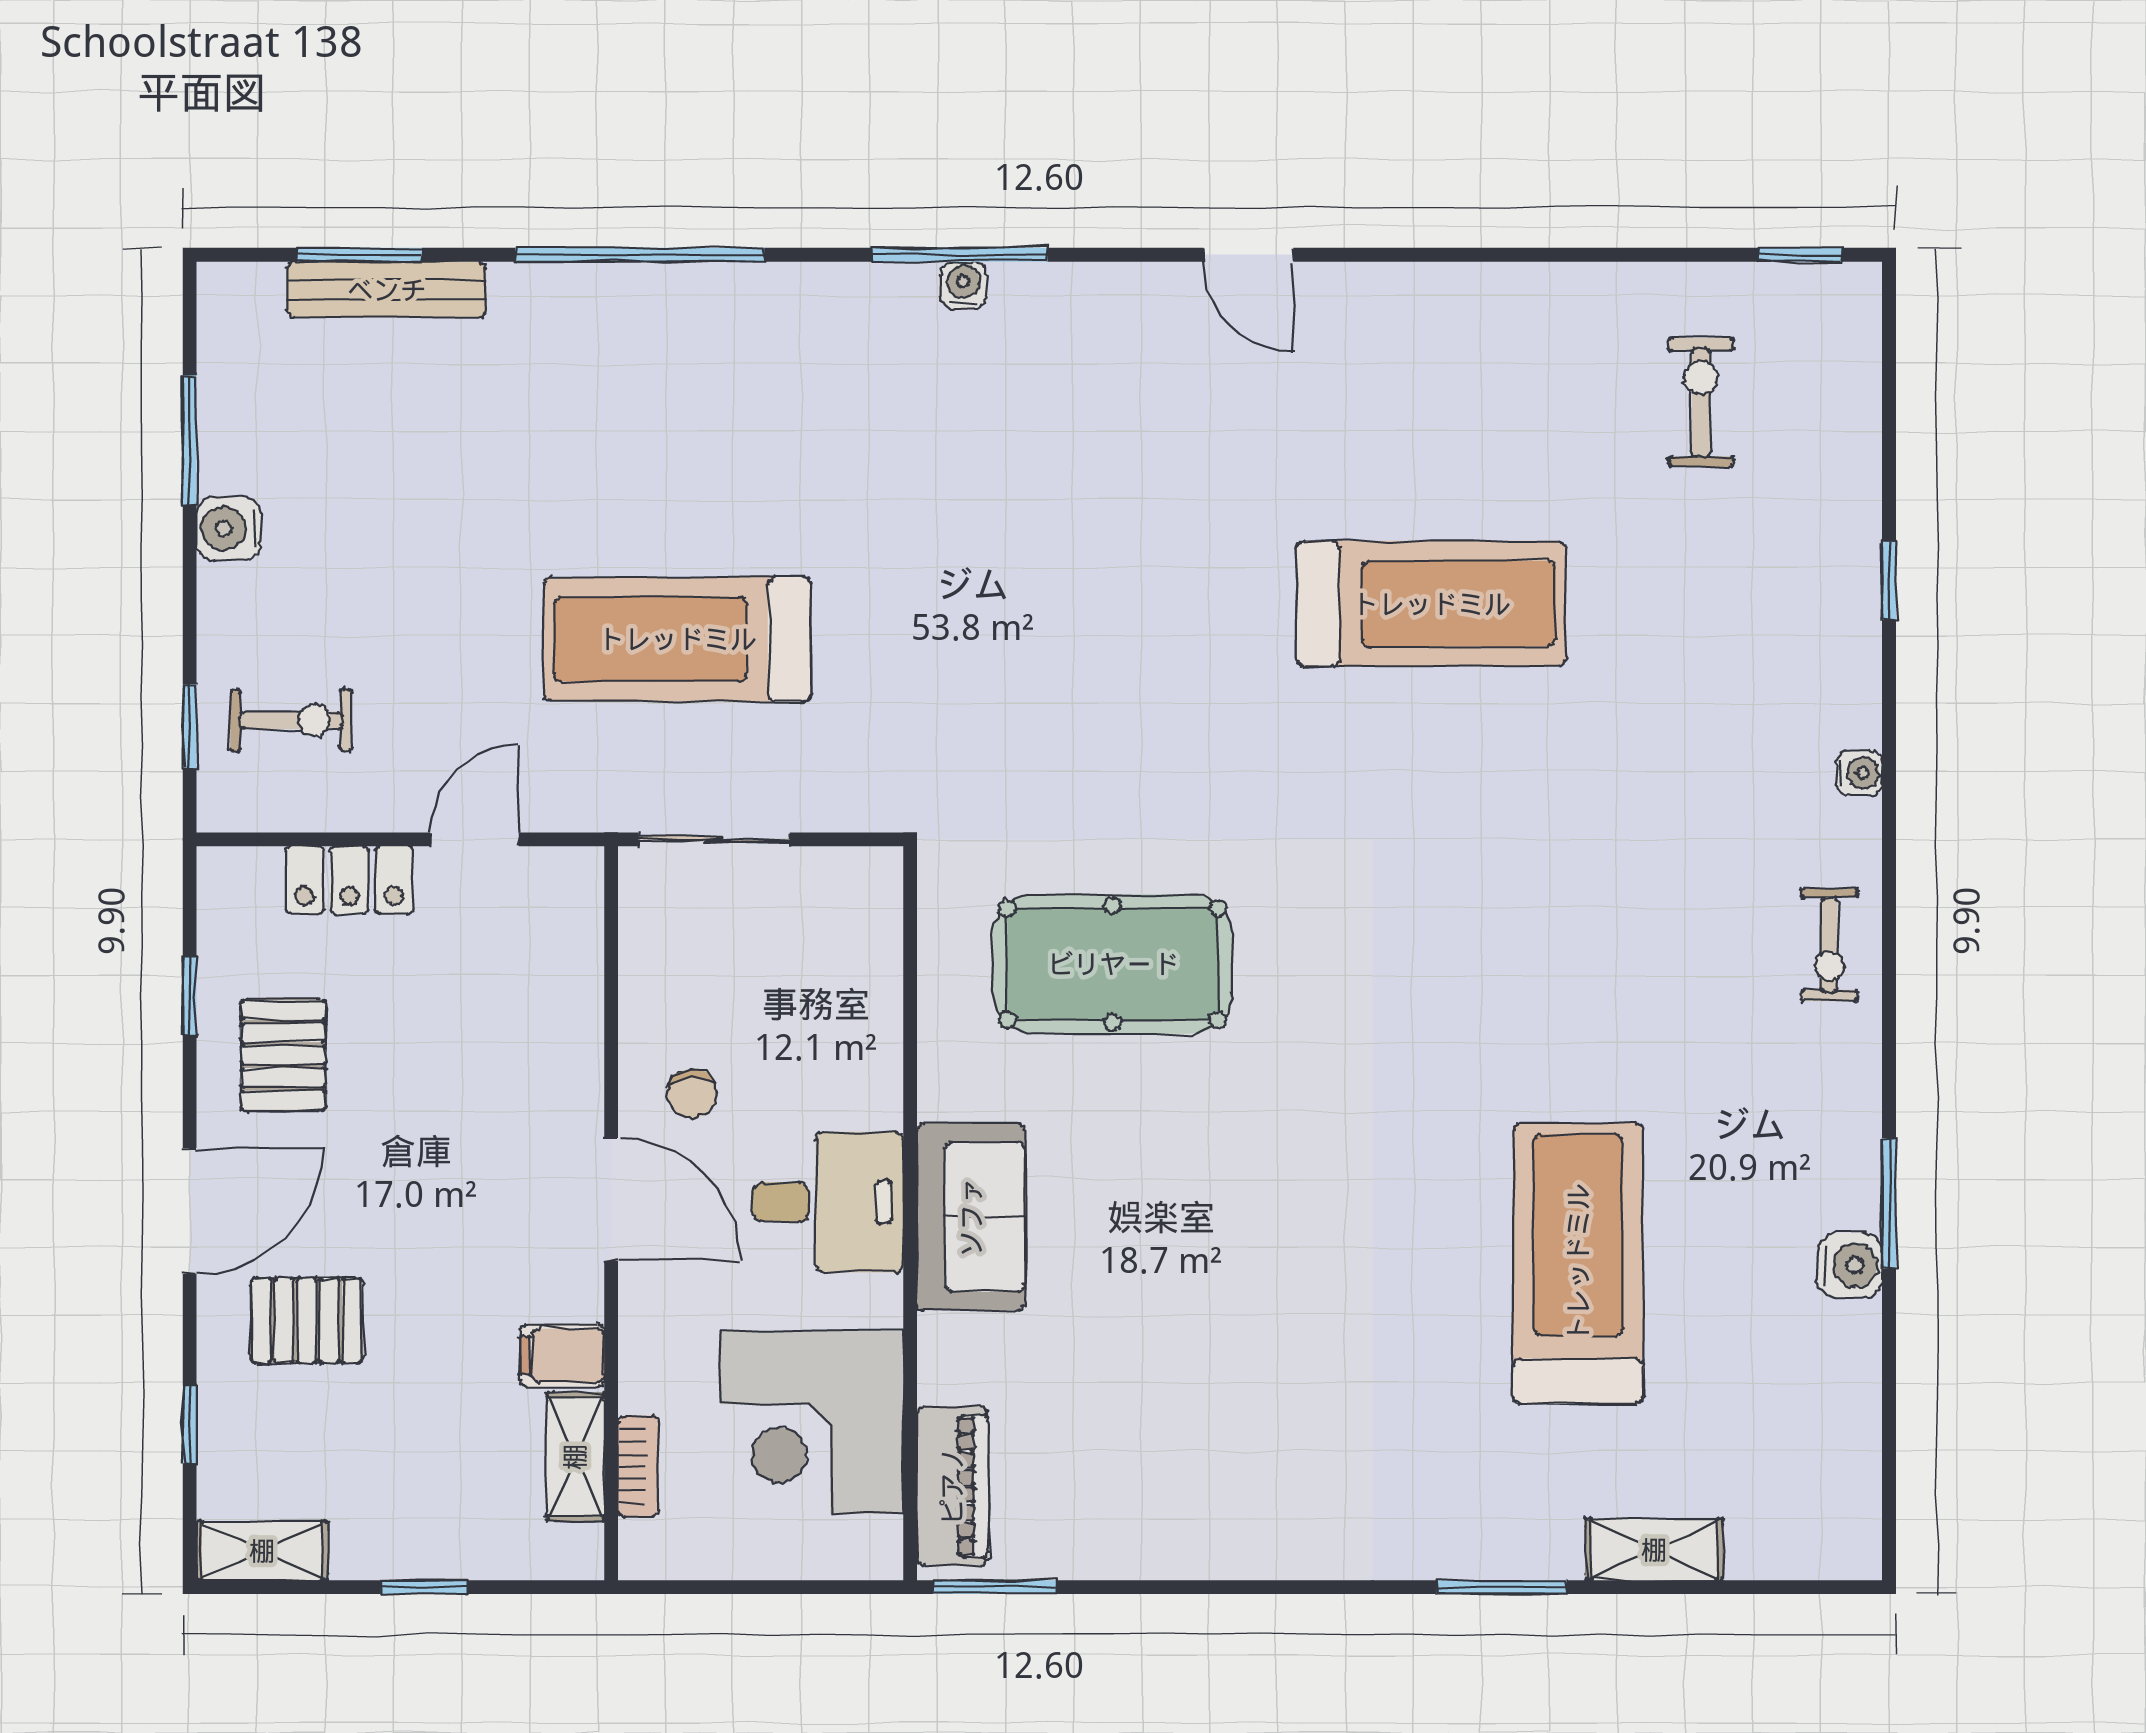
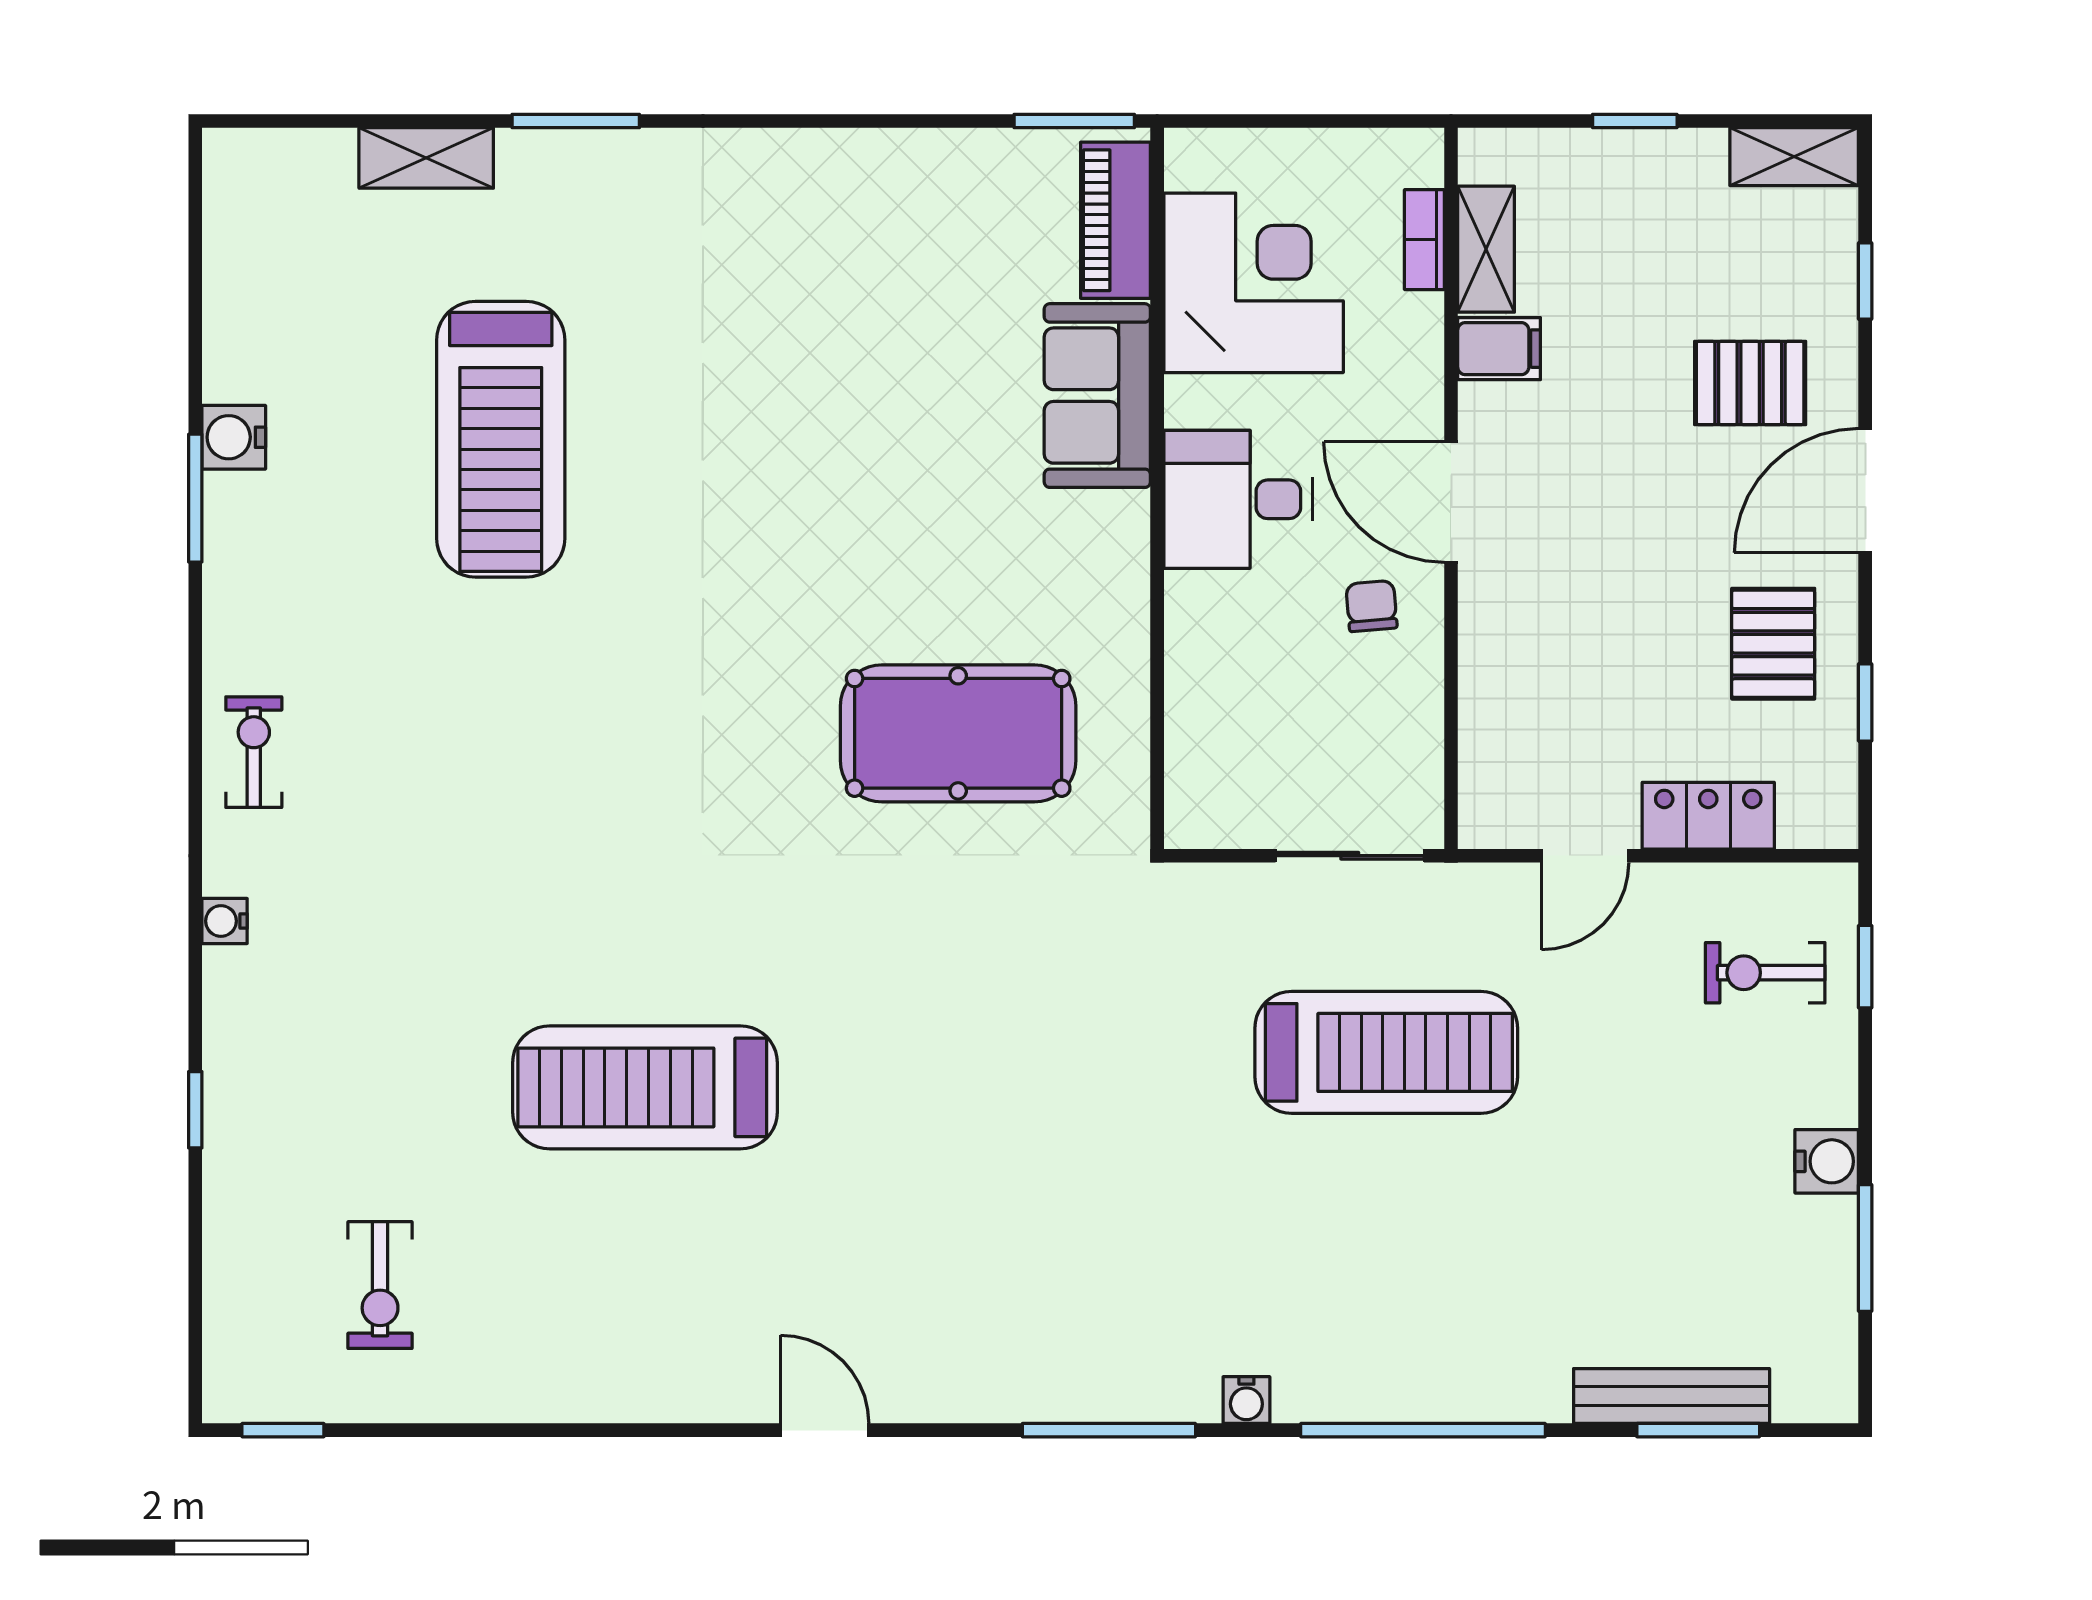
water cooler: (963, 285) -> (1246, 1400), moved
sofa: (971, 1217) -> (1097, 396), moved

